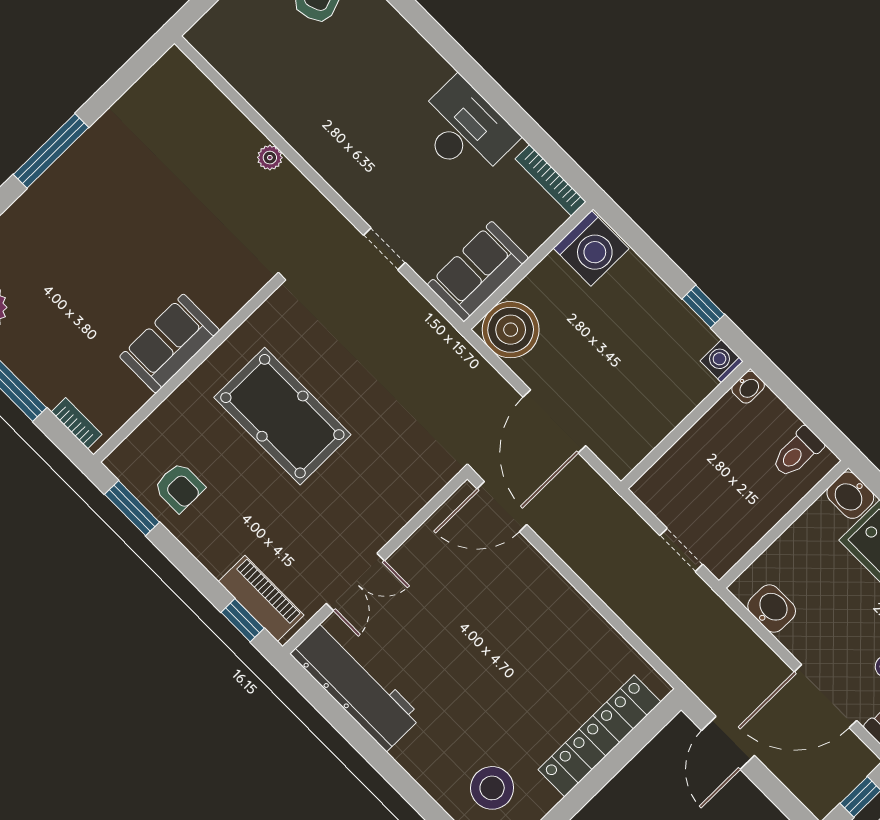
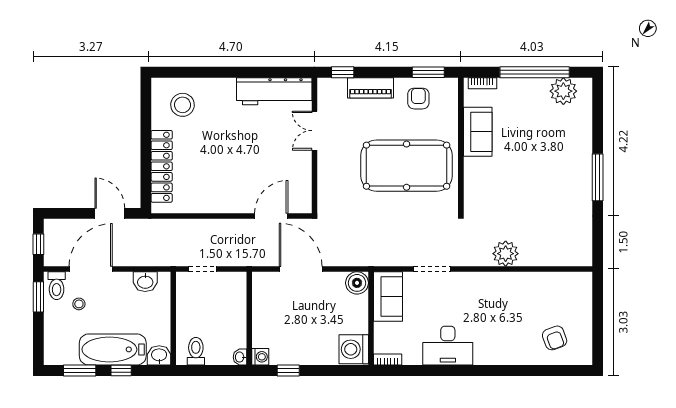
plant: (270, 158) -> (506, 254), width x1.87, depth x1.87
bookcase: (551, 180) -> (388, 360), width x0.64
doorway: (384, 249) -> (432, 269), width x1.38
boiler: (511, 330) -> (357, 283), width x0.73, depth x0.73
sofa: (170, 343) -> (478, 132), moved
pool table: (282, 416) -> (407, 166), width x1.36, depth x1.32
armchair: (179, 487) -> (418, 99), turned 90
door: (502, 507) -> (271, 216), moved
piano: (261, 598) -> (370, 88), moved

